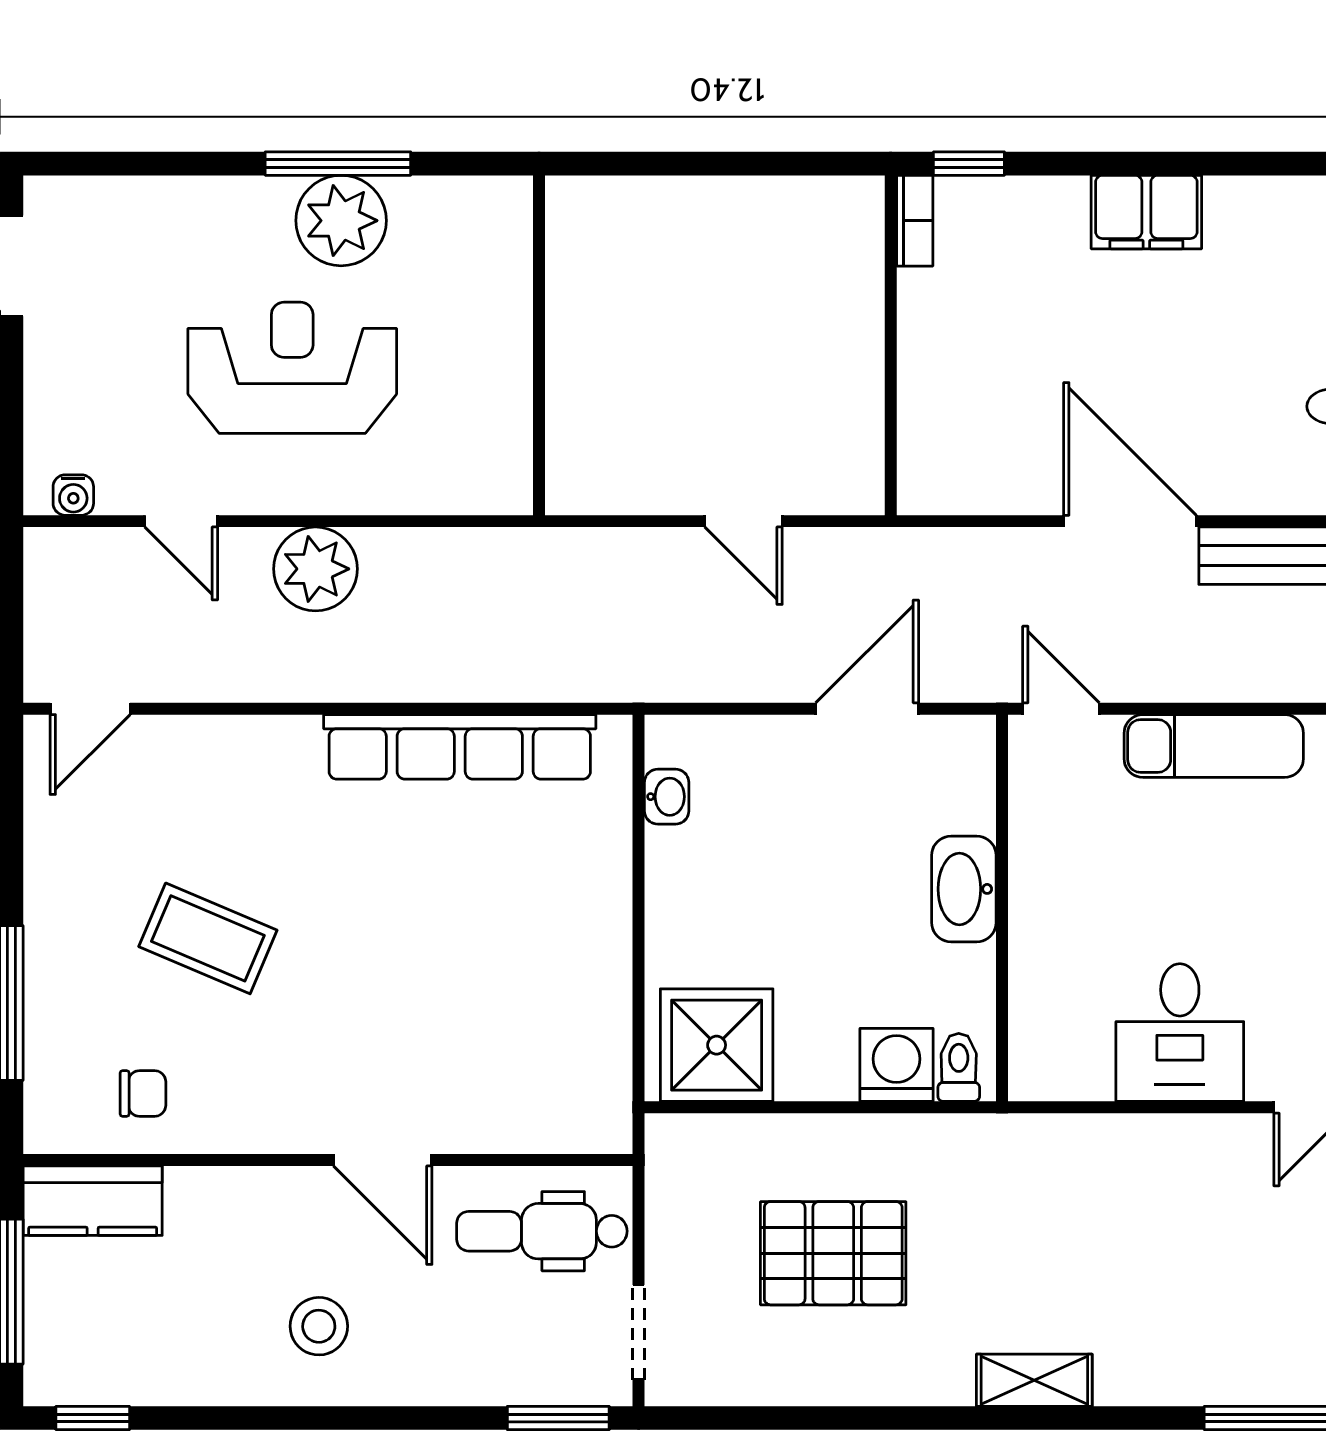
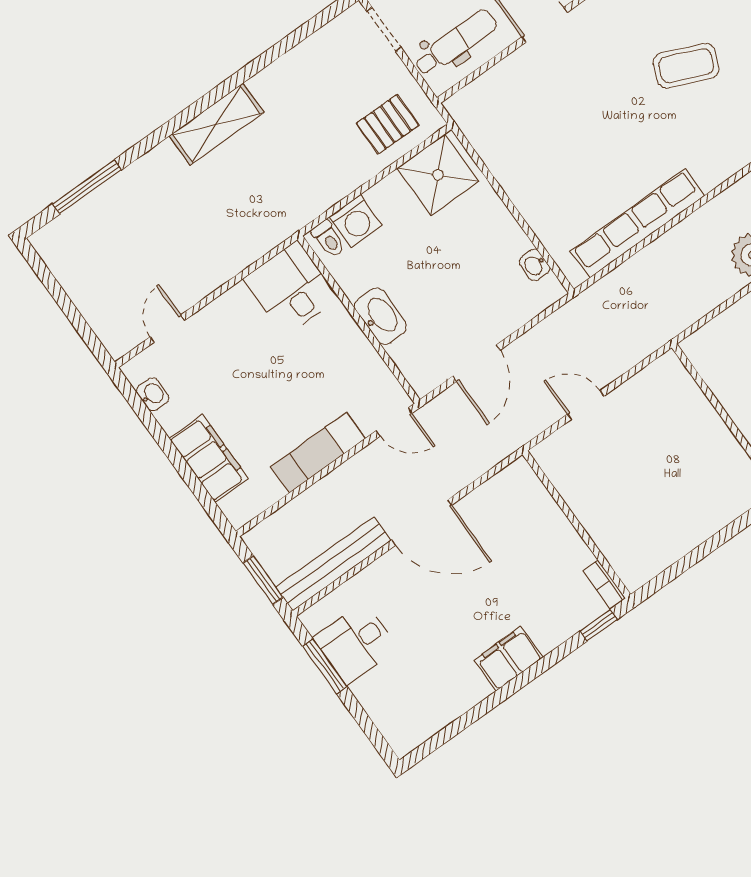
desk: (1180, 1033) -> (291, 288), moved
pallet: (833, 1253) -> (388, 124), moved, width x0.67, depth x0.71
shelving: (1034, 1380) -> (216, 124), width x1.50, depth x1.33

